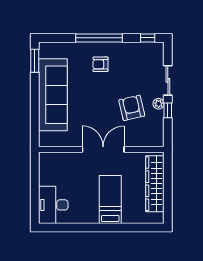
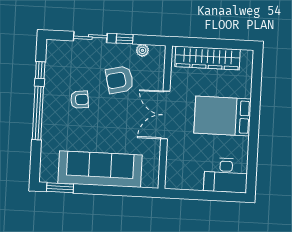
window: (148, 38) -> (40, 70), moved
armchair: (100, 64) -> (79, 100), moved, turned -96
plant: (159, 104) -> (142, 50), moved
bed: (110, 199) -> (223, 116), width x1.50

